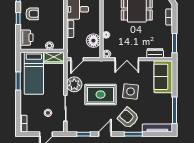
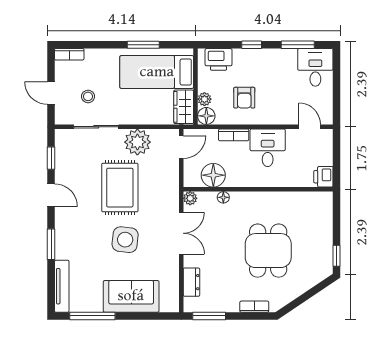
armchair: (32, 14) -> (244, 98), moved
floor lamp: (59, 45) -> (206, 116), added
door: (77, 59) -> (181, 147), swing flipped
double door: (127, 59) -> (181, 233), swing flipped
sofa: (163, 77) -> (131, 296), moved
armchair: (128, 118) -> (79, 236), removed

